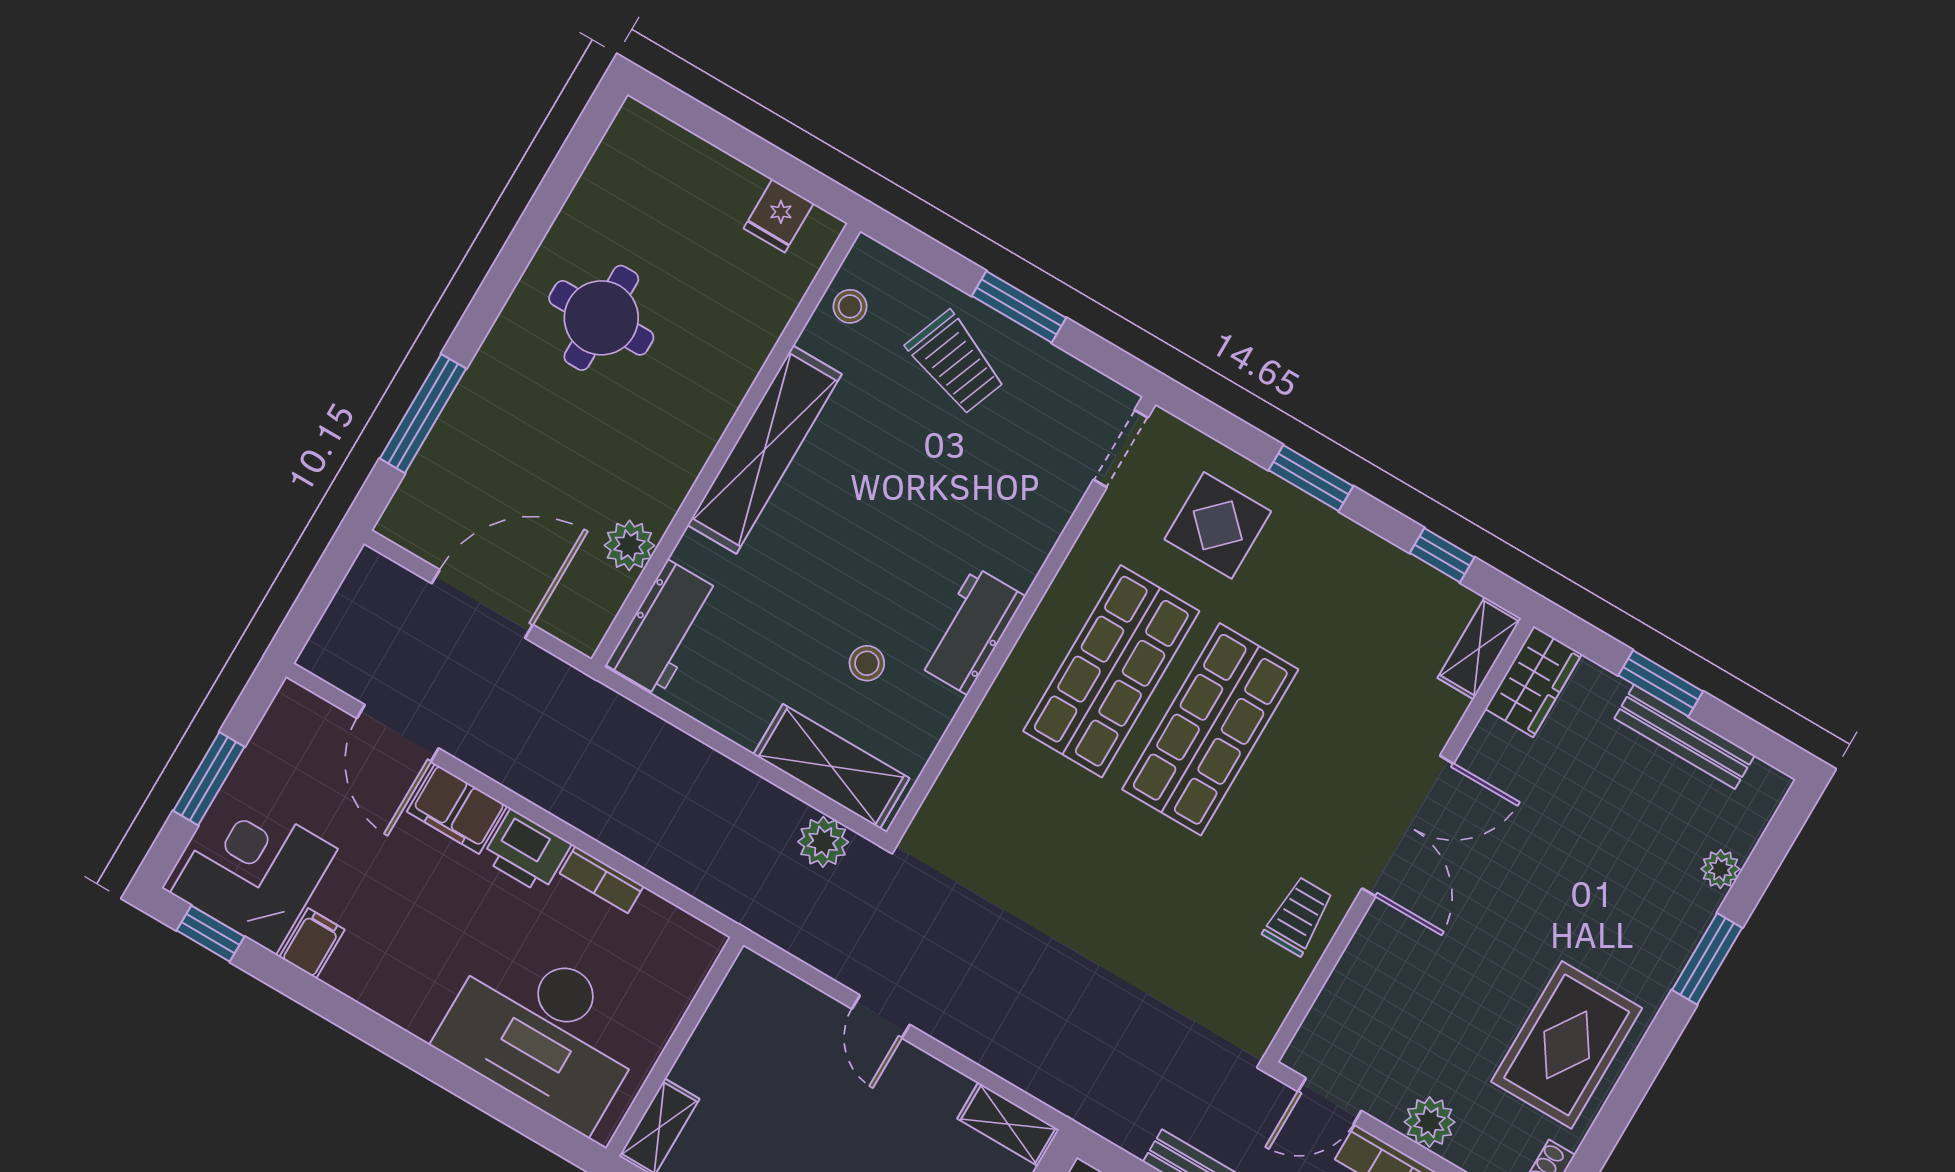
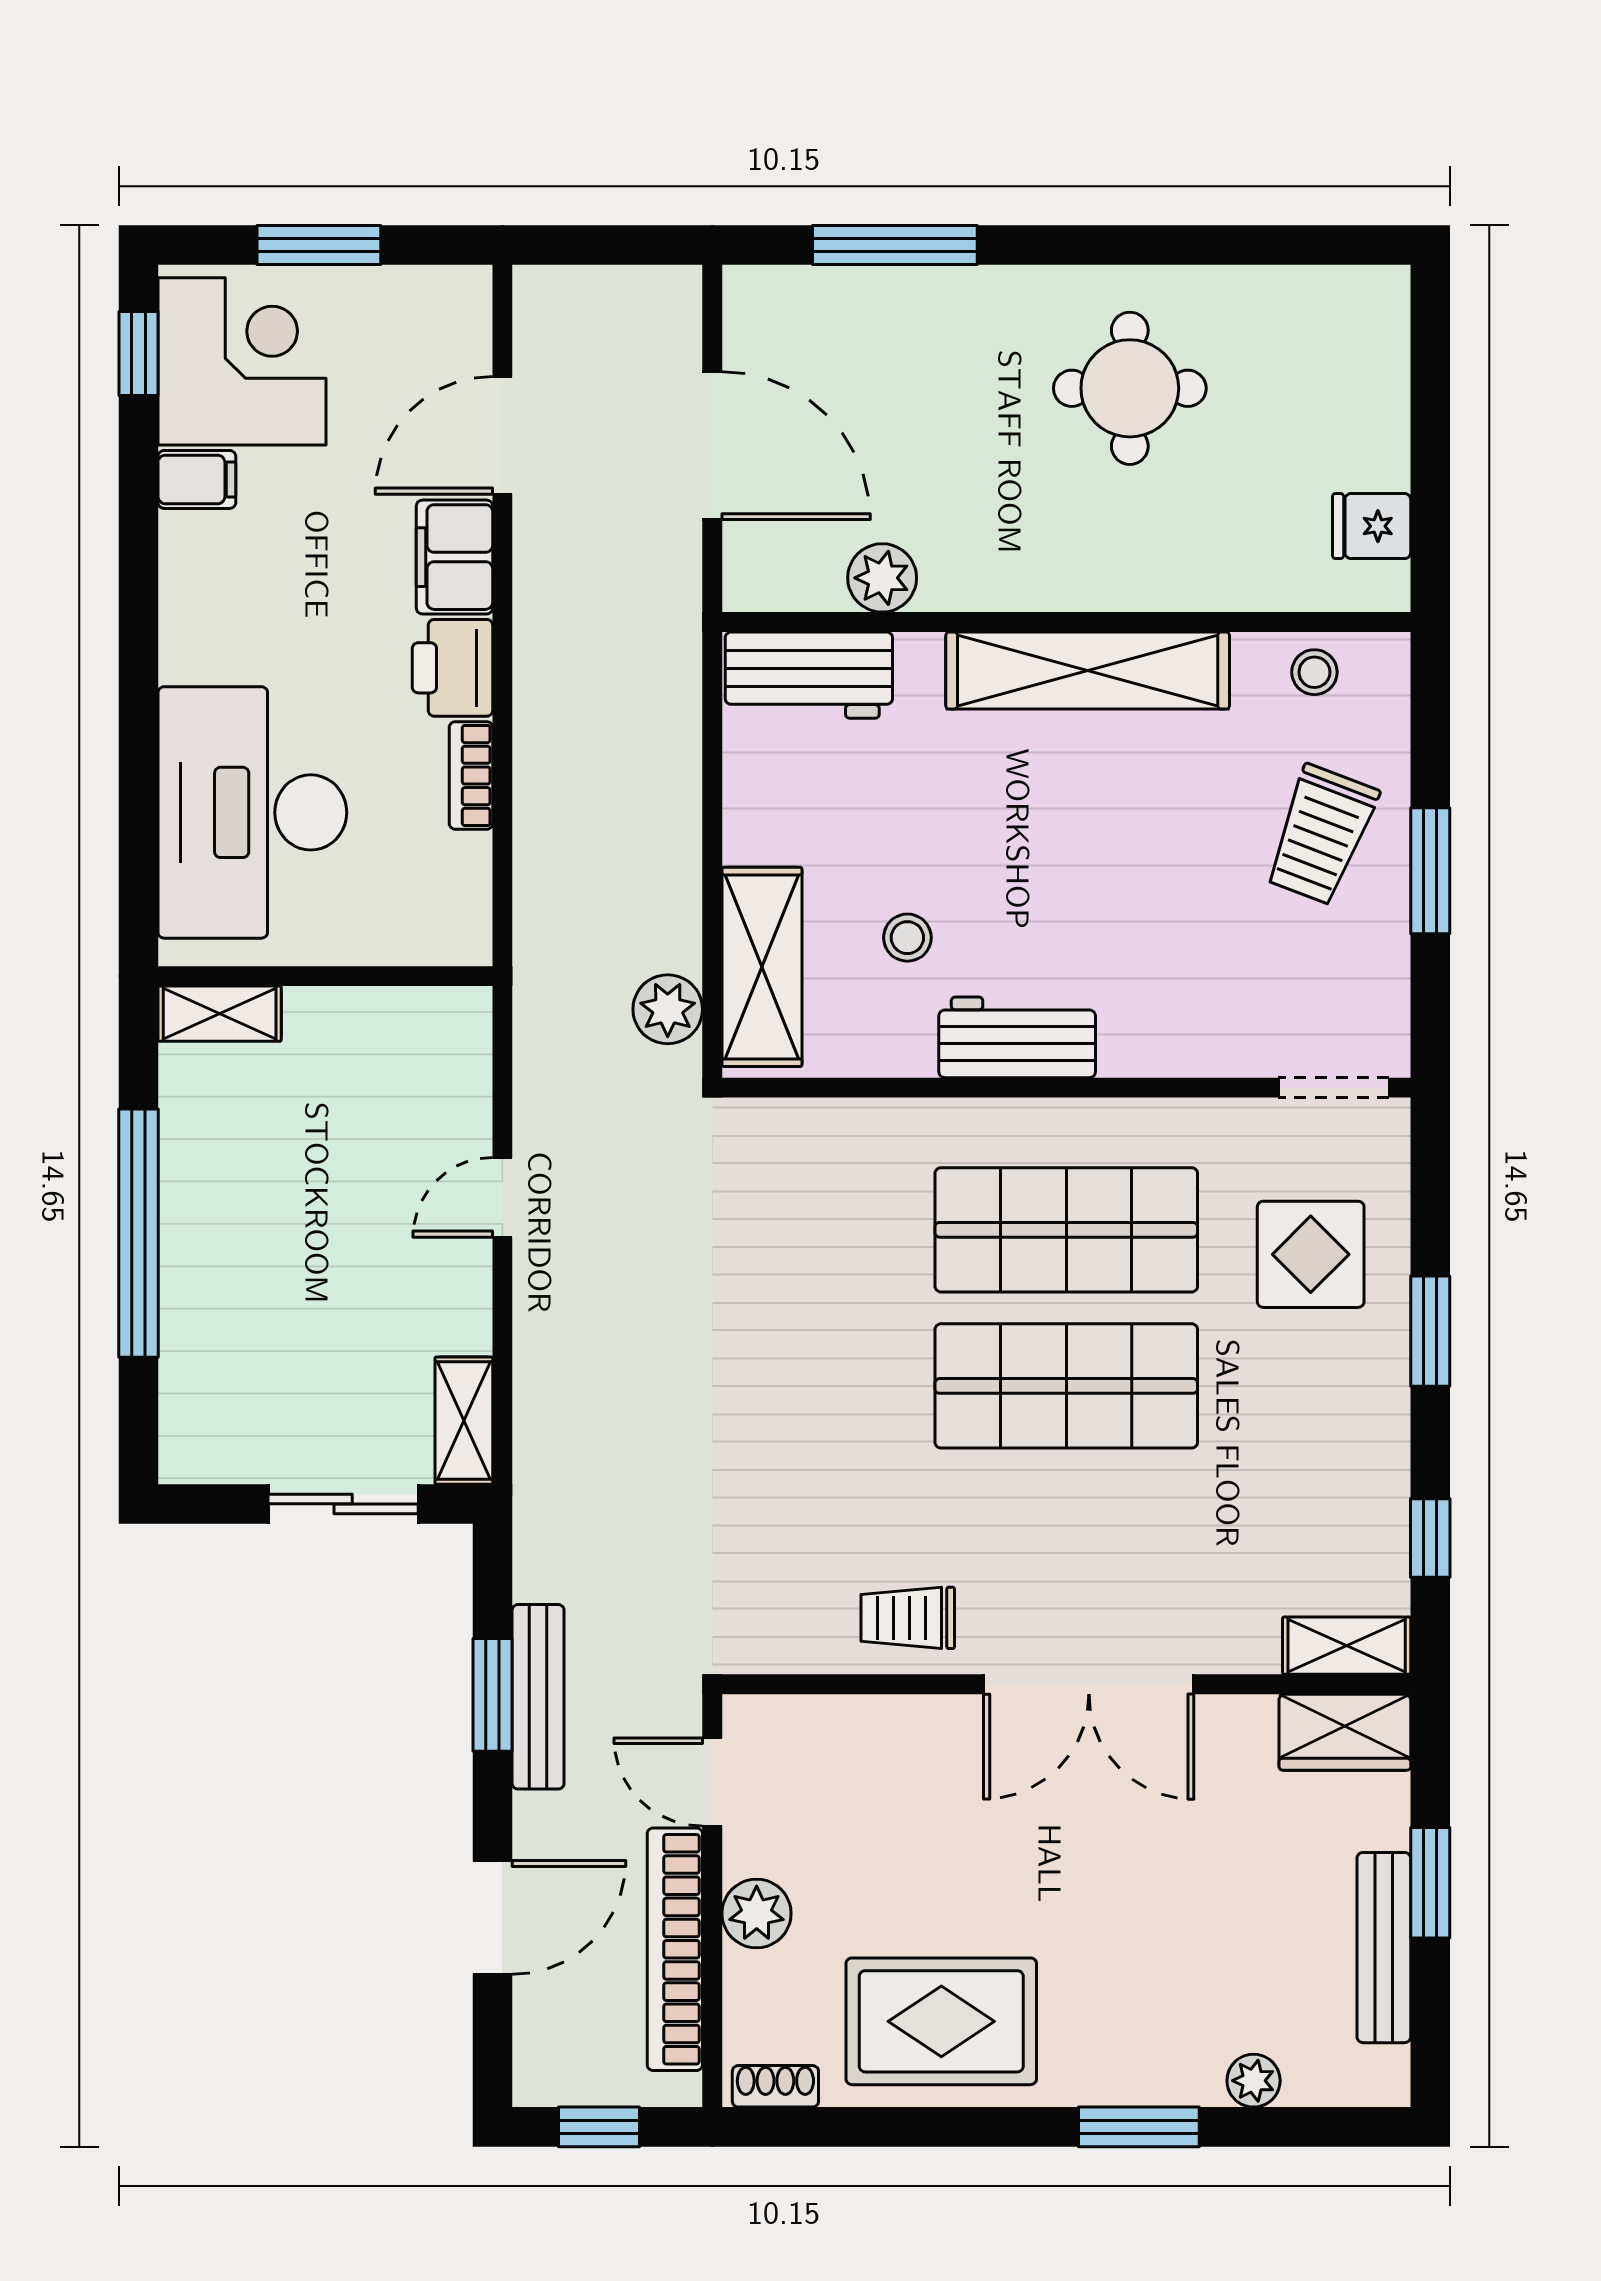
trolley: (1298, 916) -> (908, 1618), turned 180

